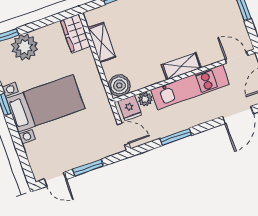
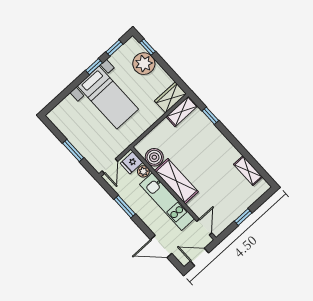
shelving: (102, 43) -> (182, 111), moved
shelving: (181, 66) -> (176, 181), width x1.50, depth x1.33
boiler: (119, 85) -> (154, 157), moved
door: (55, 179) -> (54, 129), removed

